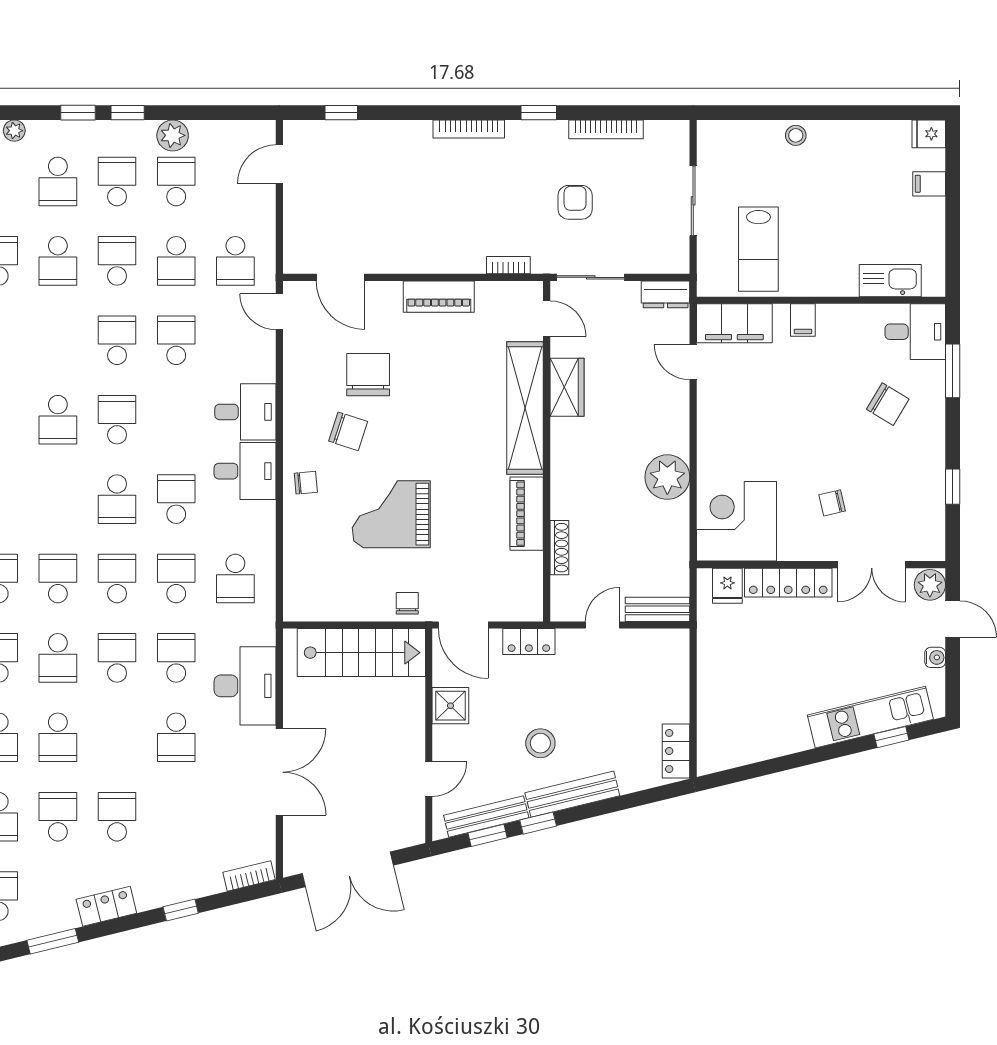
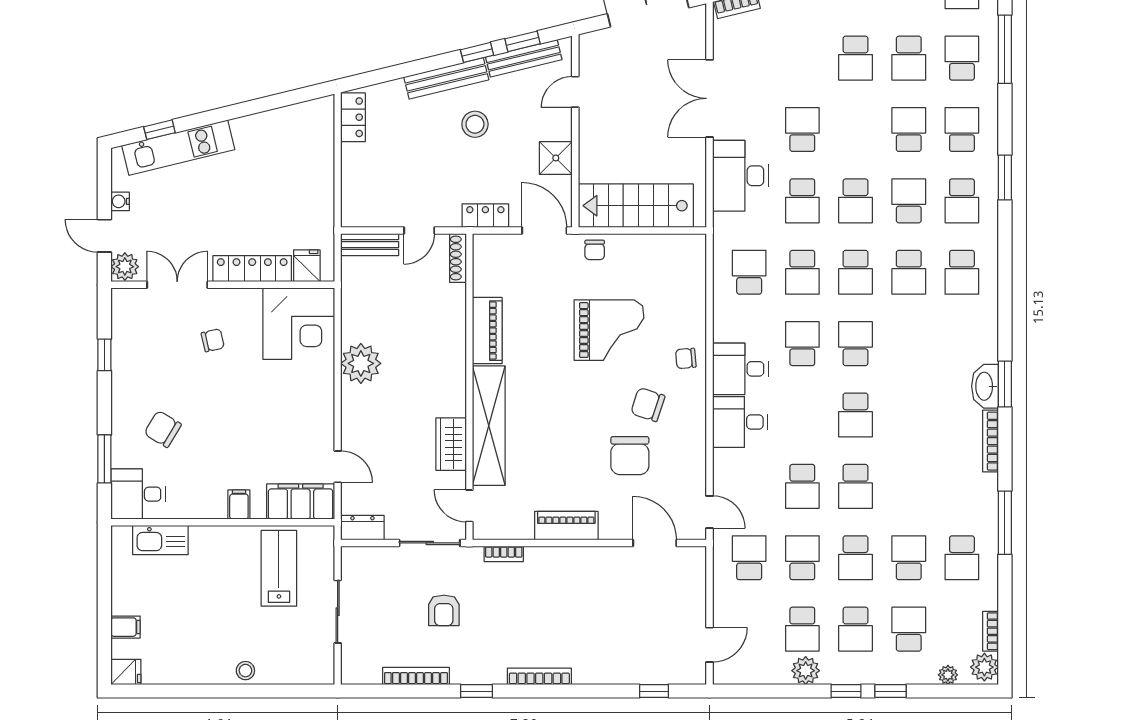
school desk: (58, 420) -> (909, 415), removed
school desk: (176, 499) -> (802, 344), turned 180
shoe rack: (559, 548) -> (458, 258), moved

